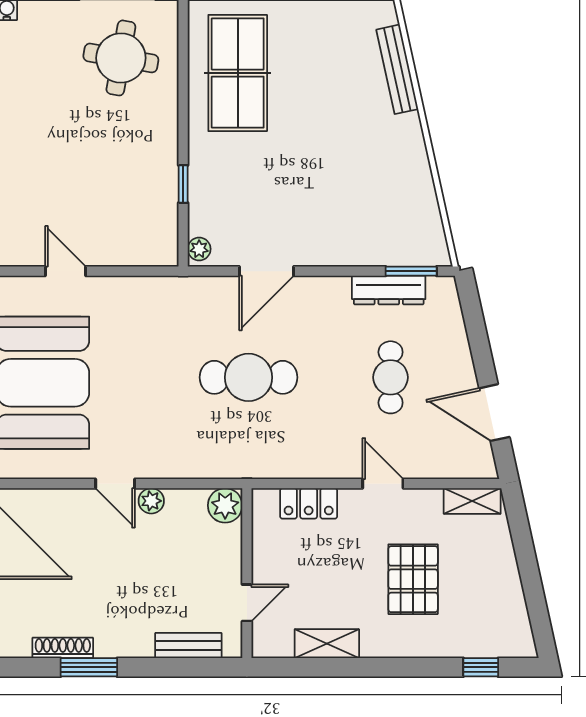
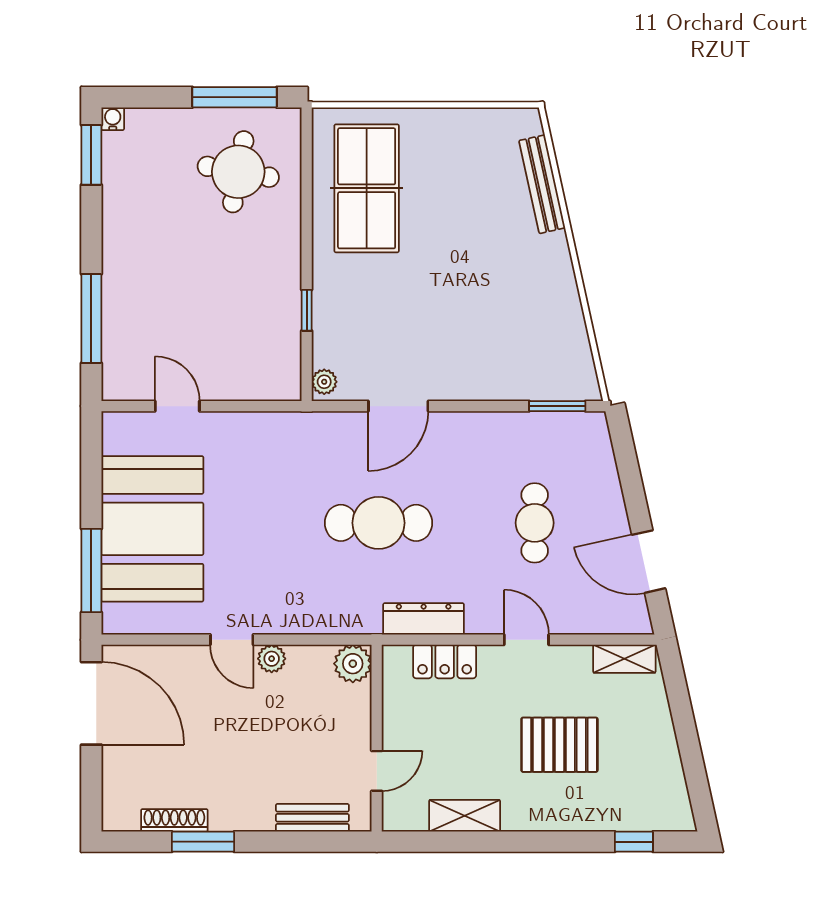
dresser: (389, 290) -> (424, 619), moved, turned 180
pallet: (413, 579) -> (559, 745), turned 90

